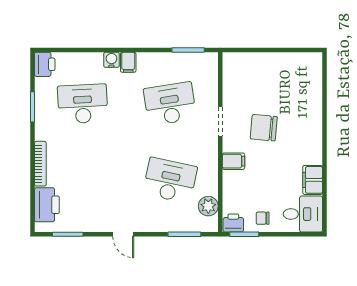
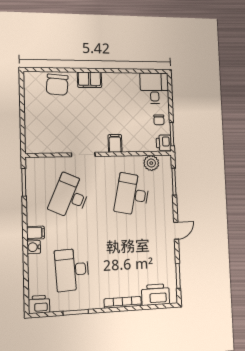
desk: (170, 104) -> (70, 196), turned 33
chair: (264, 128) -> (57, 85), moved
filing cabinet: (313, 180) -> (90, 80), moved

